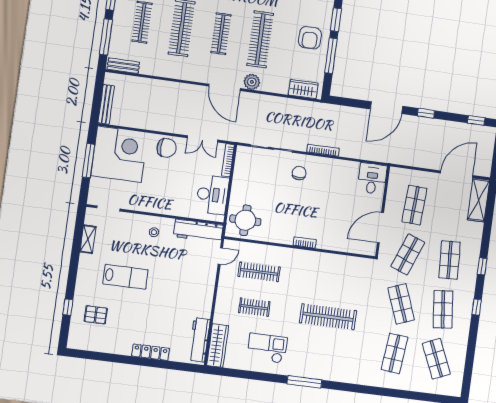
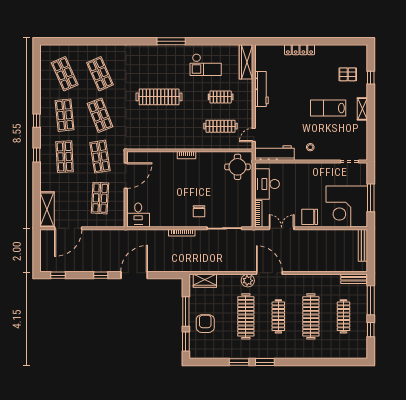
shelving: (88, 239) -> (362, 109), moved
shop shelf: (408, 254) -> (100, 157), turned -30
workbench: (199, 340) -> (262, 89), moved
shop shelf: (394, 353) -> (100, 74), turned -30

